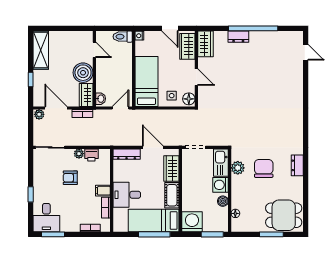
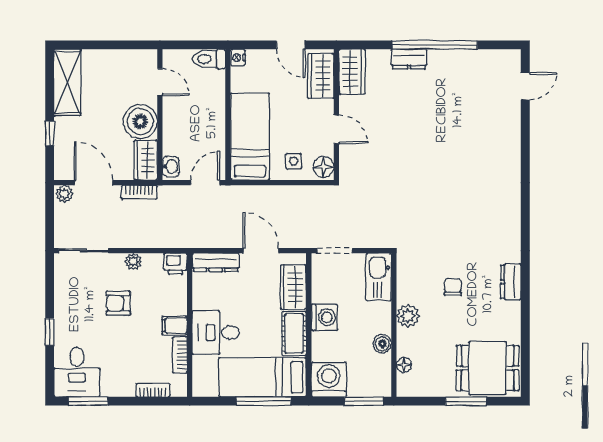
door: (306, 52) -> (525, 86), hinge flipped
printer: (91, 155) -> (175, 264), moved
plant: (238, 168) -> (408, 316), moved
chair: (264, 168) -> (453, 287), width x0.54, depth x0.54
washing machine: (221, 185) -> (324, 317), moved, turned 180

